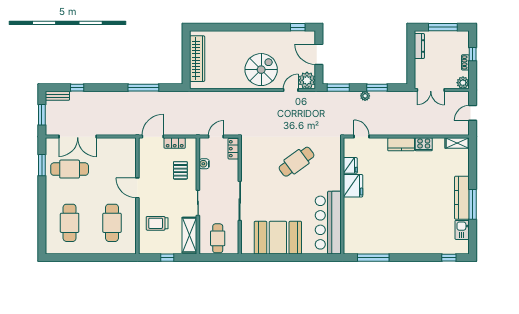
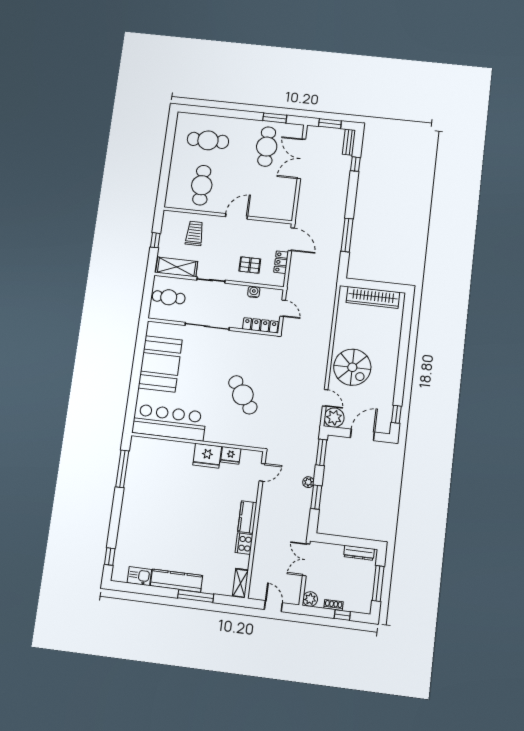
locker: (233, 149) -> (260, 325), width x1.53
window: (473, 204) -> (196, 596), moved
cafe table: (112, 223) -> (202, 185), turned 90

